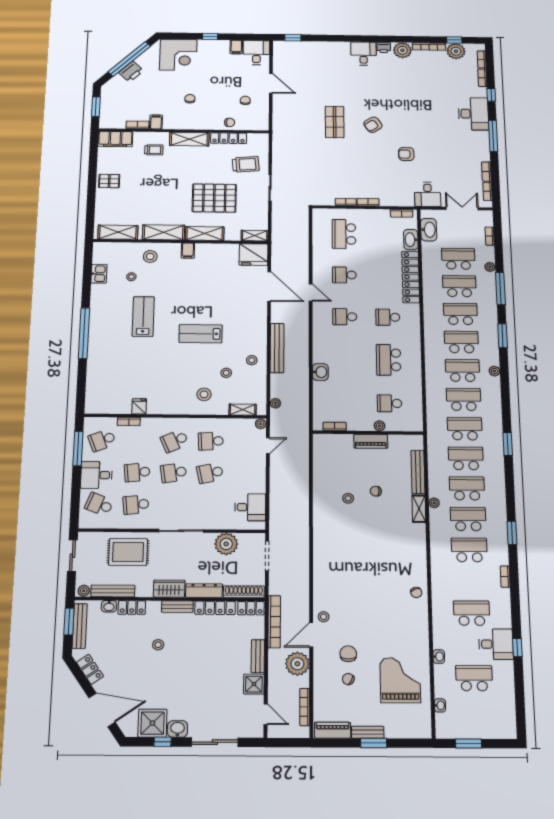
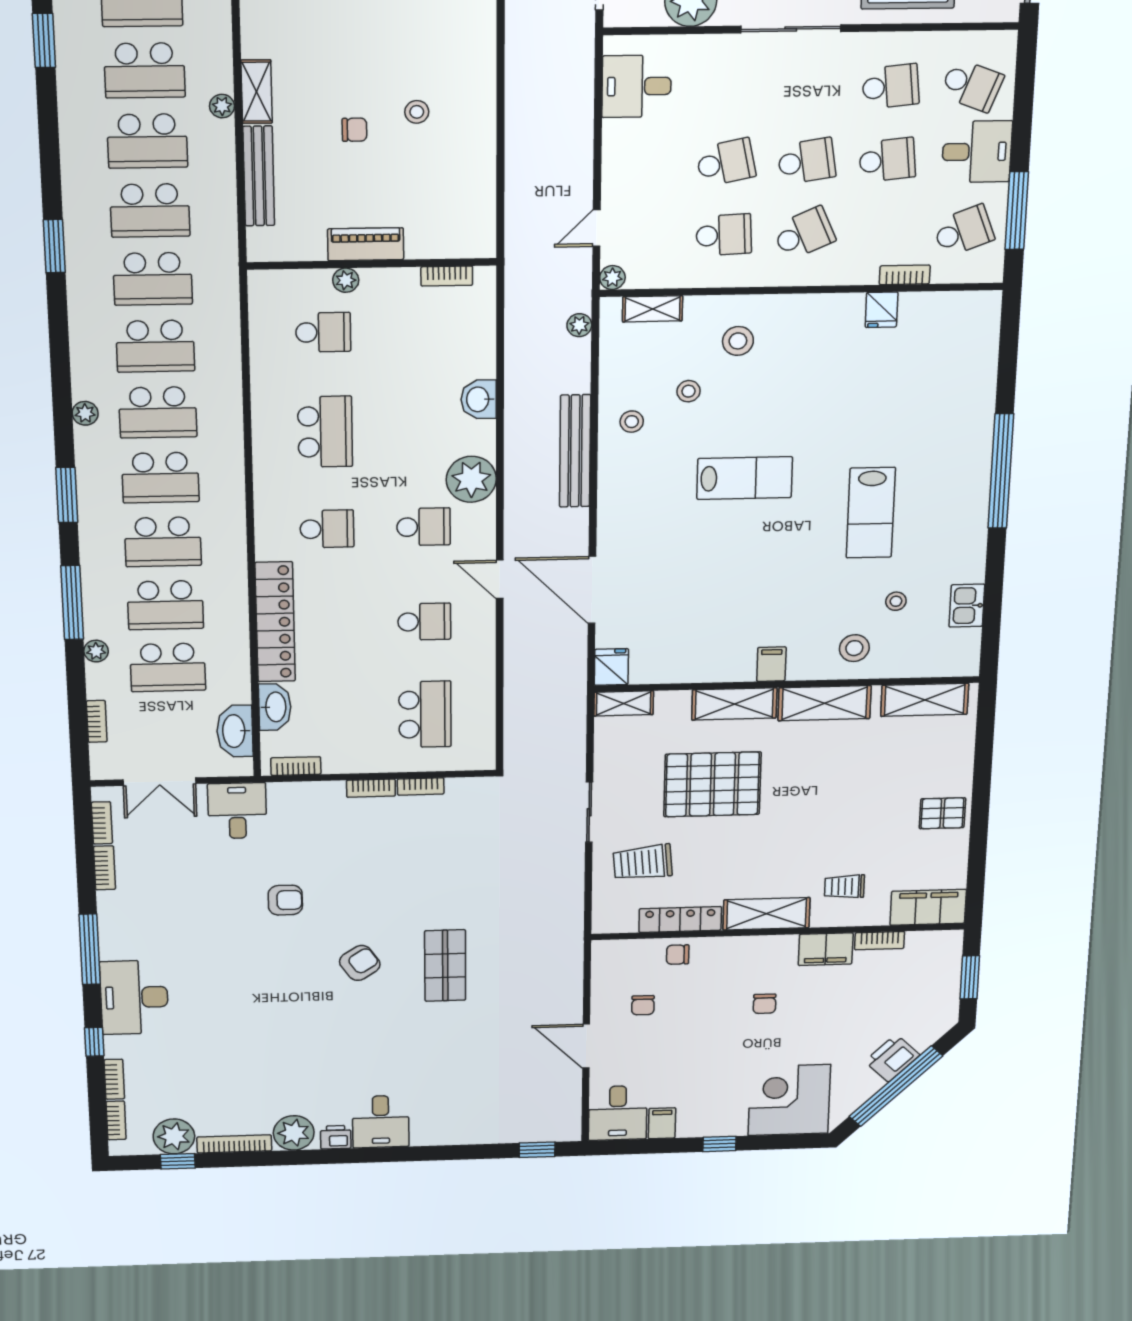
filing cabinet: (156, 122) -> (826, 949), width x2.00
fridge: (254, 255) -> (611, 667), width x0.53, depth x0.75
plant: (323, 337) -> (471, 479), added

